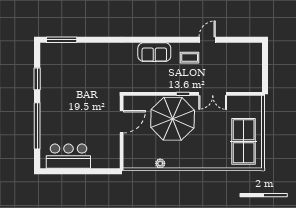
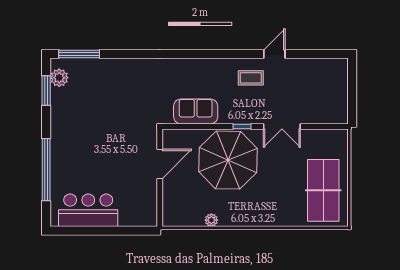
sofa: (154, 52) -> (196, 111), moved, turned 180
plant: (47, 57) -> (59, 78), added
window: (37, 79) -> (46, 90), moved

